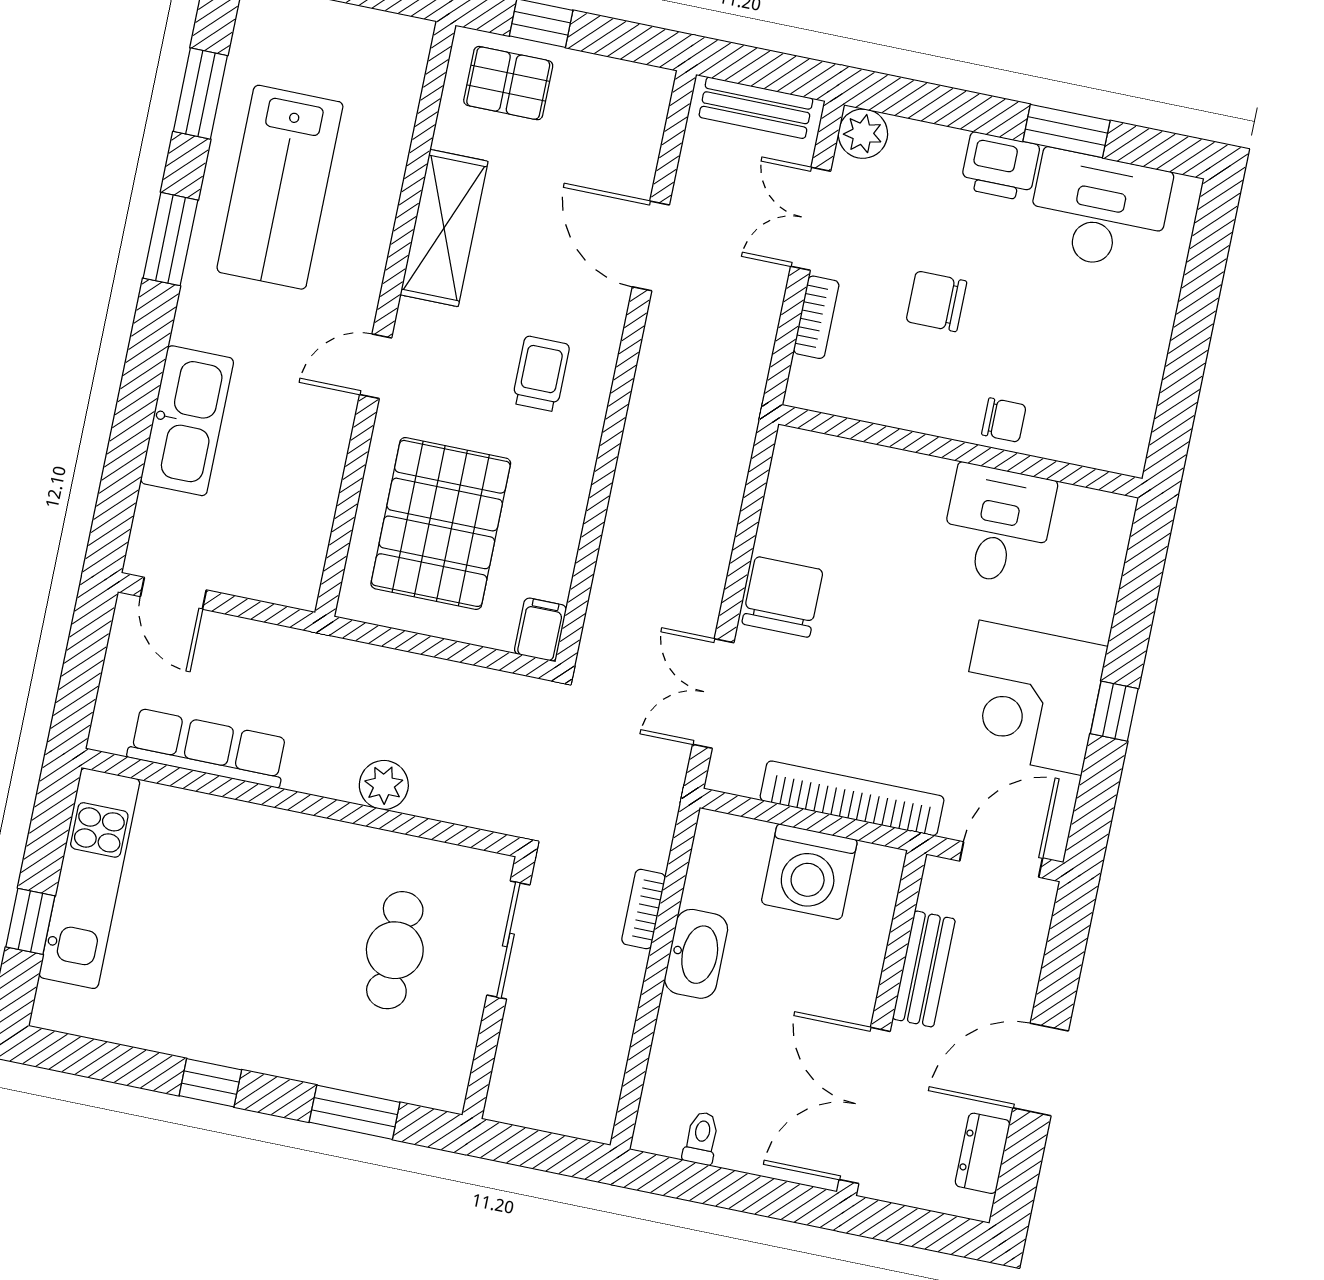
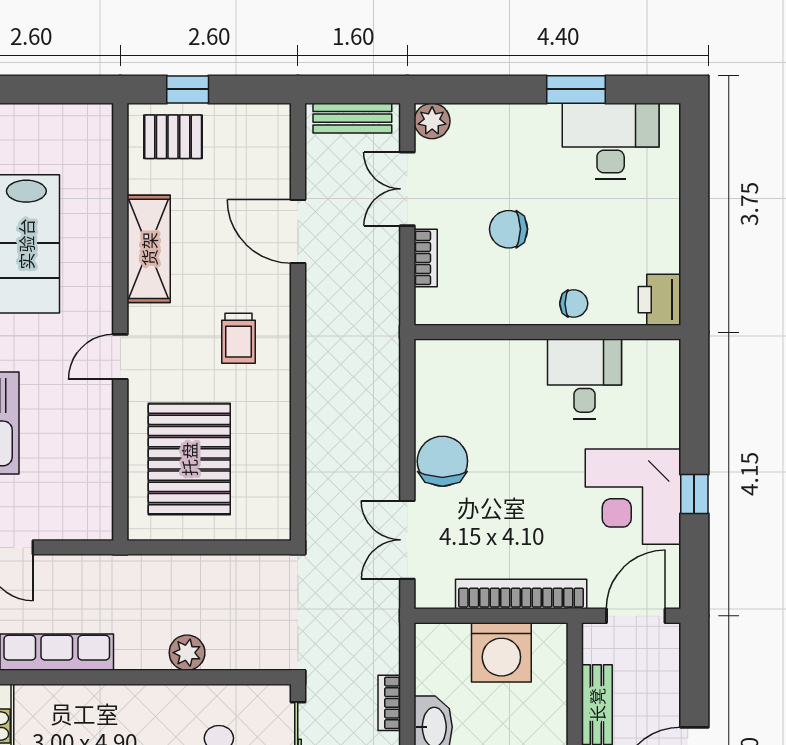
printer: (1000, 166) -> (660, 300), moved, turned 90
trolley: (541, 374) -> (238, 338), turned 180
filing cabinet: (540, 630) -> (275, 520), removed

